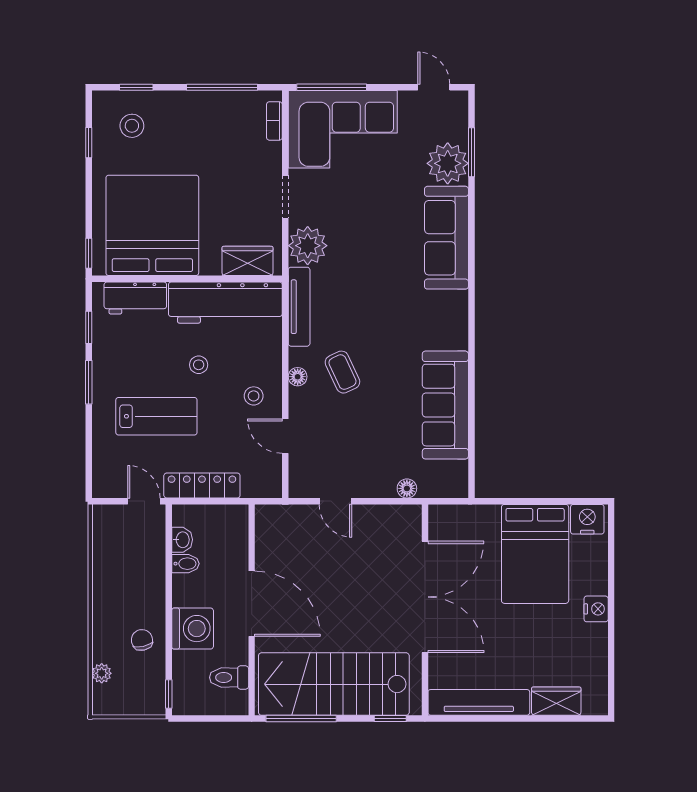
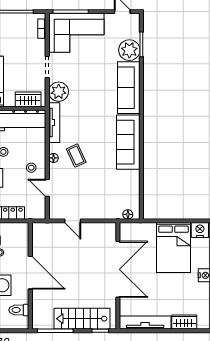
sofa: (445, 405) -> (128, 142), moved
floor lamp: (407, 488) -> (128, 214), moved
stairs: (334, 684) -> (82, 319), width x0.73, depth x0.66

